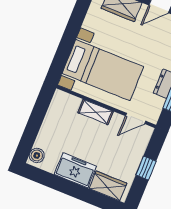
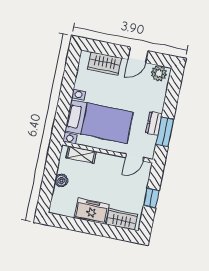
shelving: (96, 112) -> (81, 155), moved
boiler: (37, 156) -> (61, 180), moved

